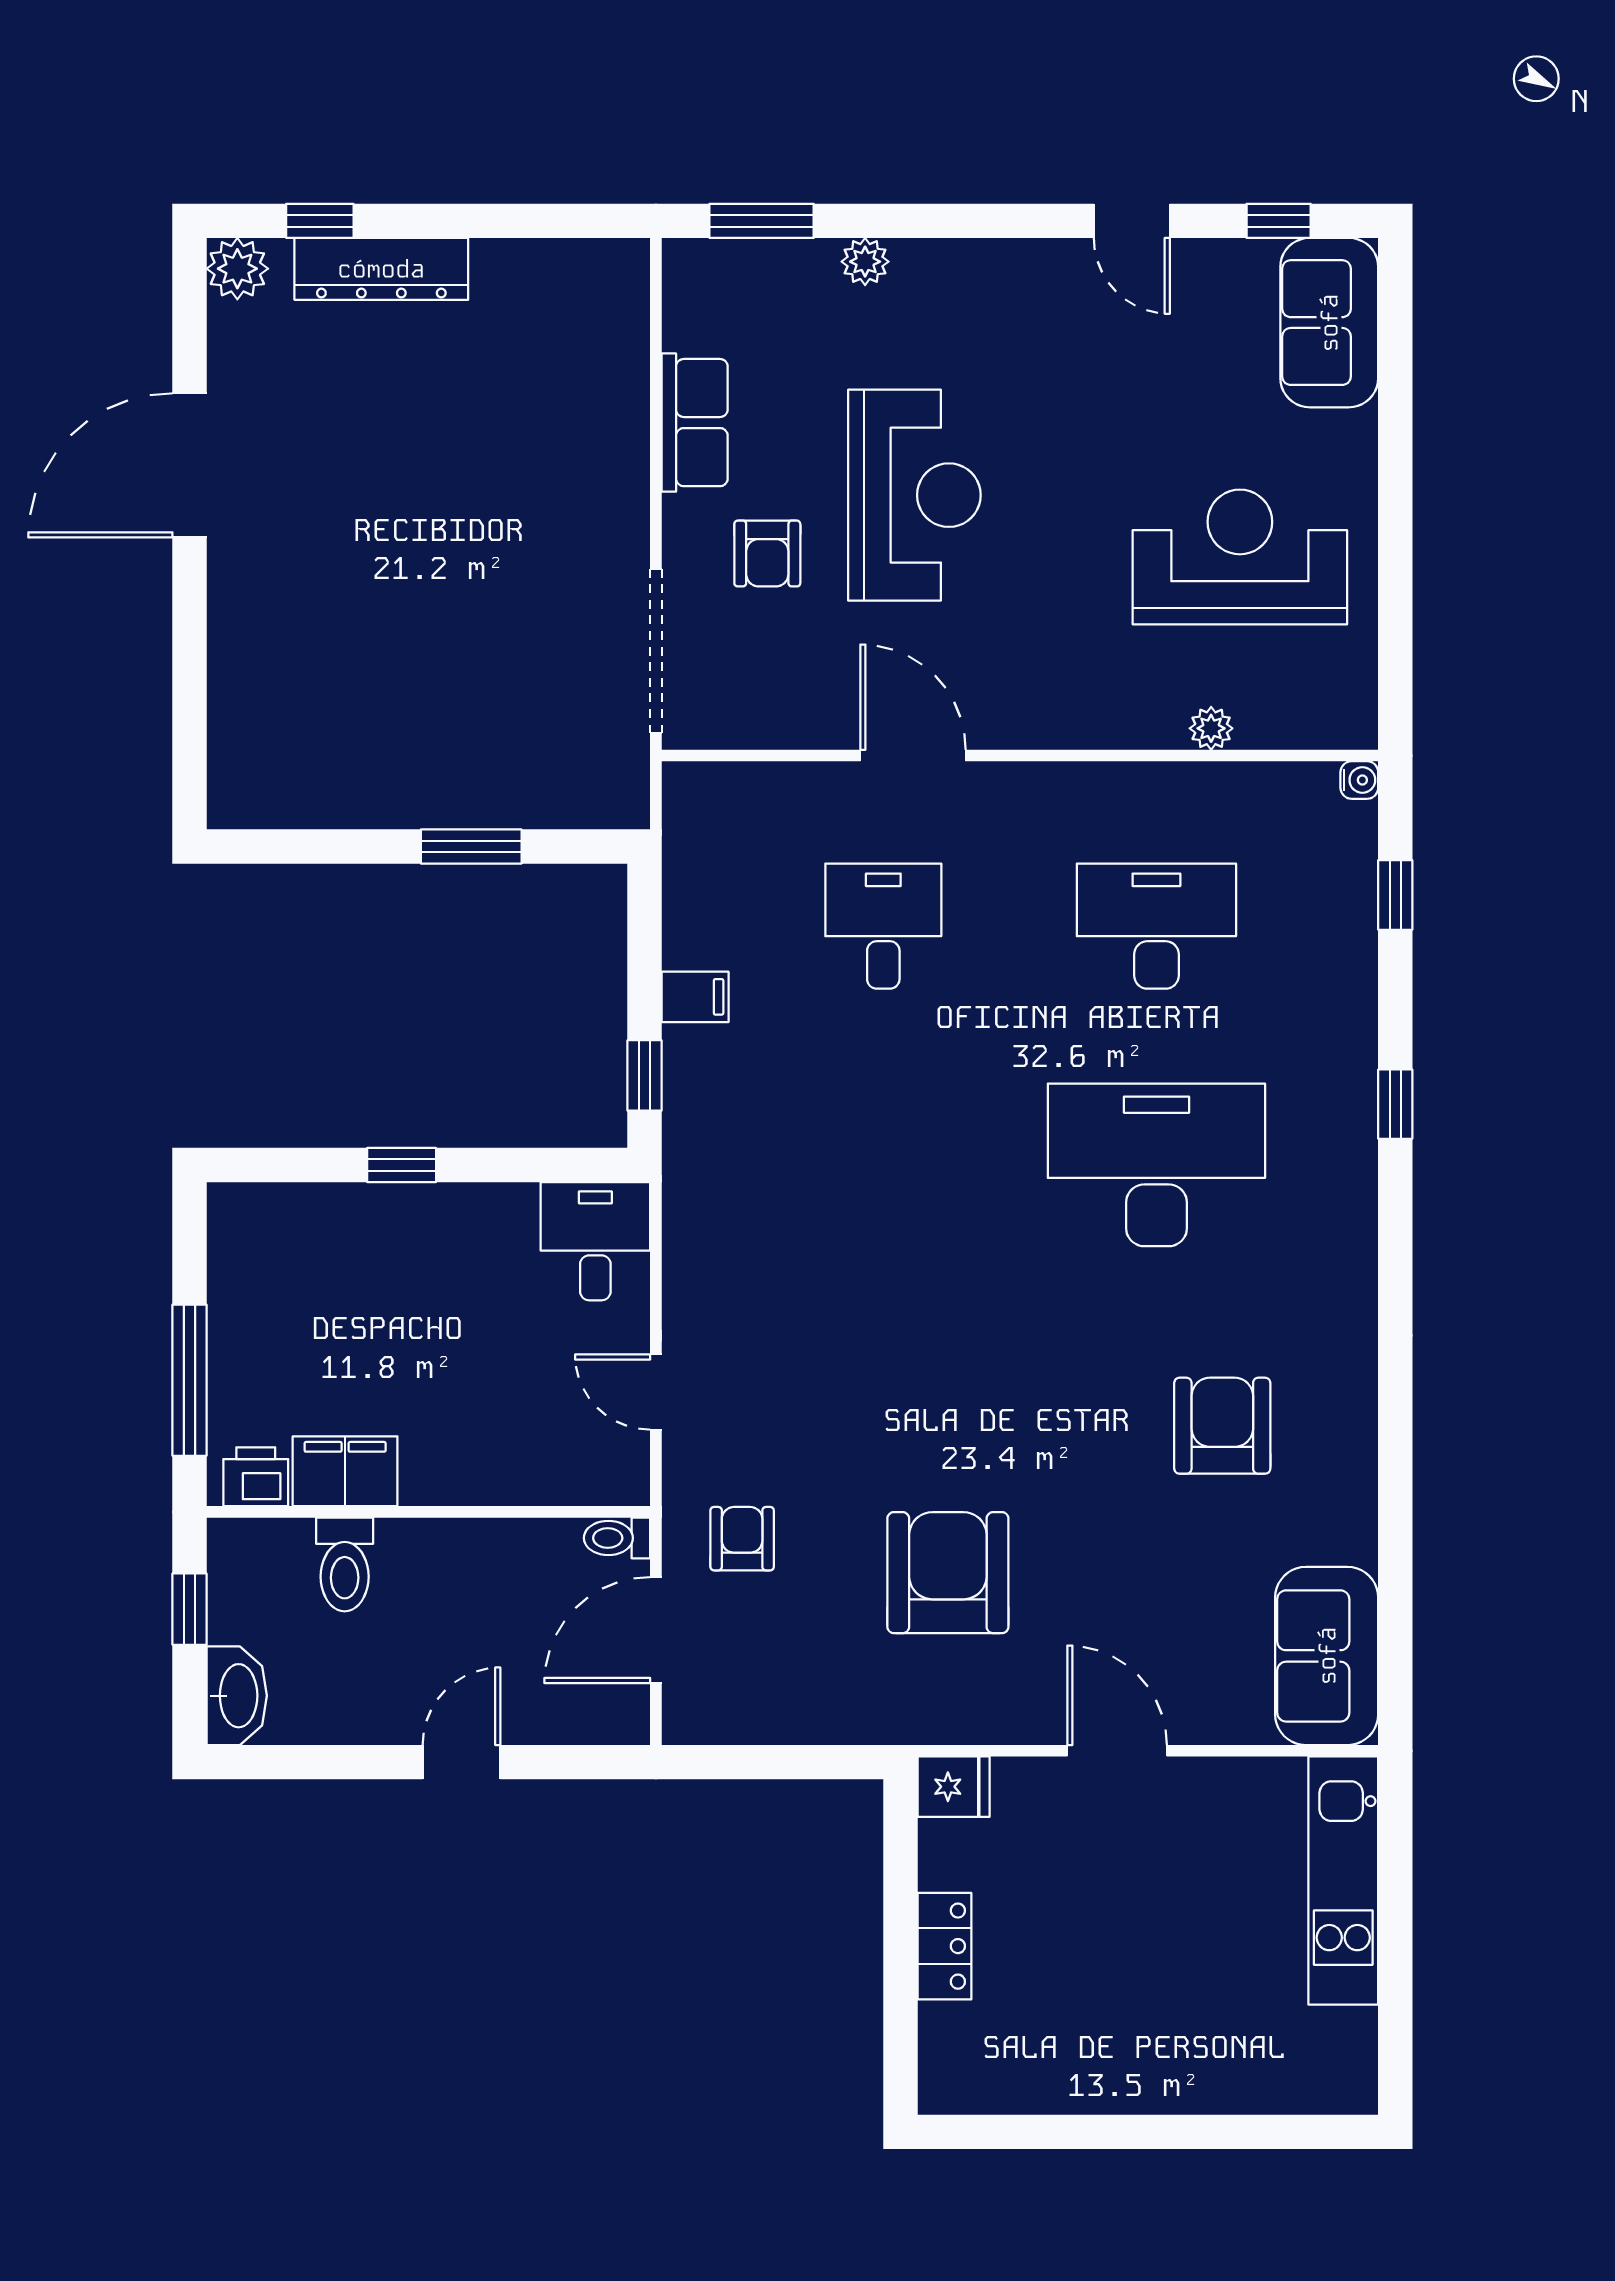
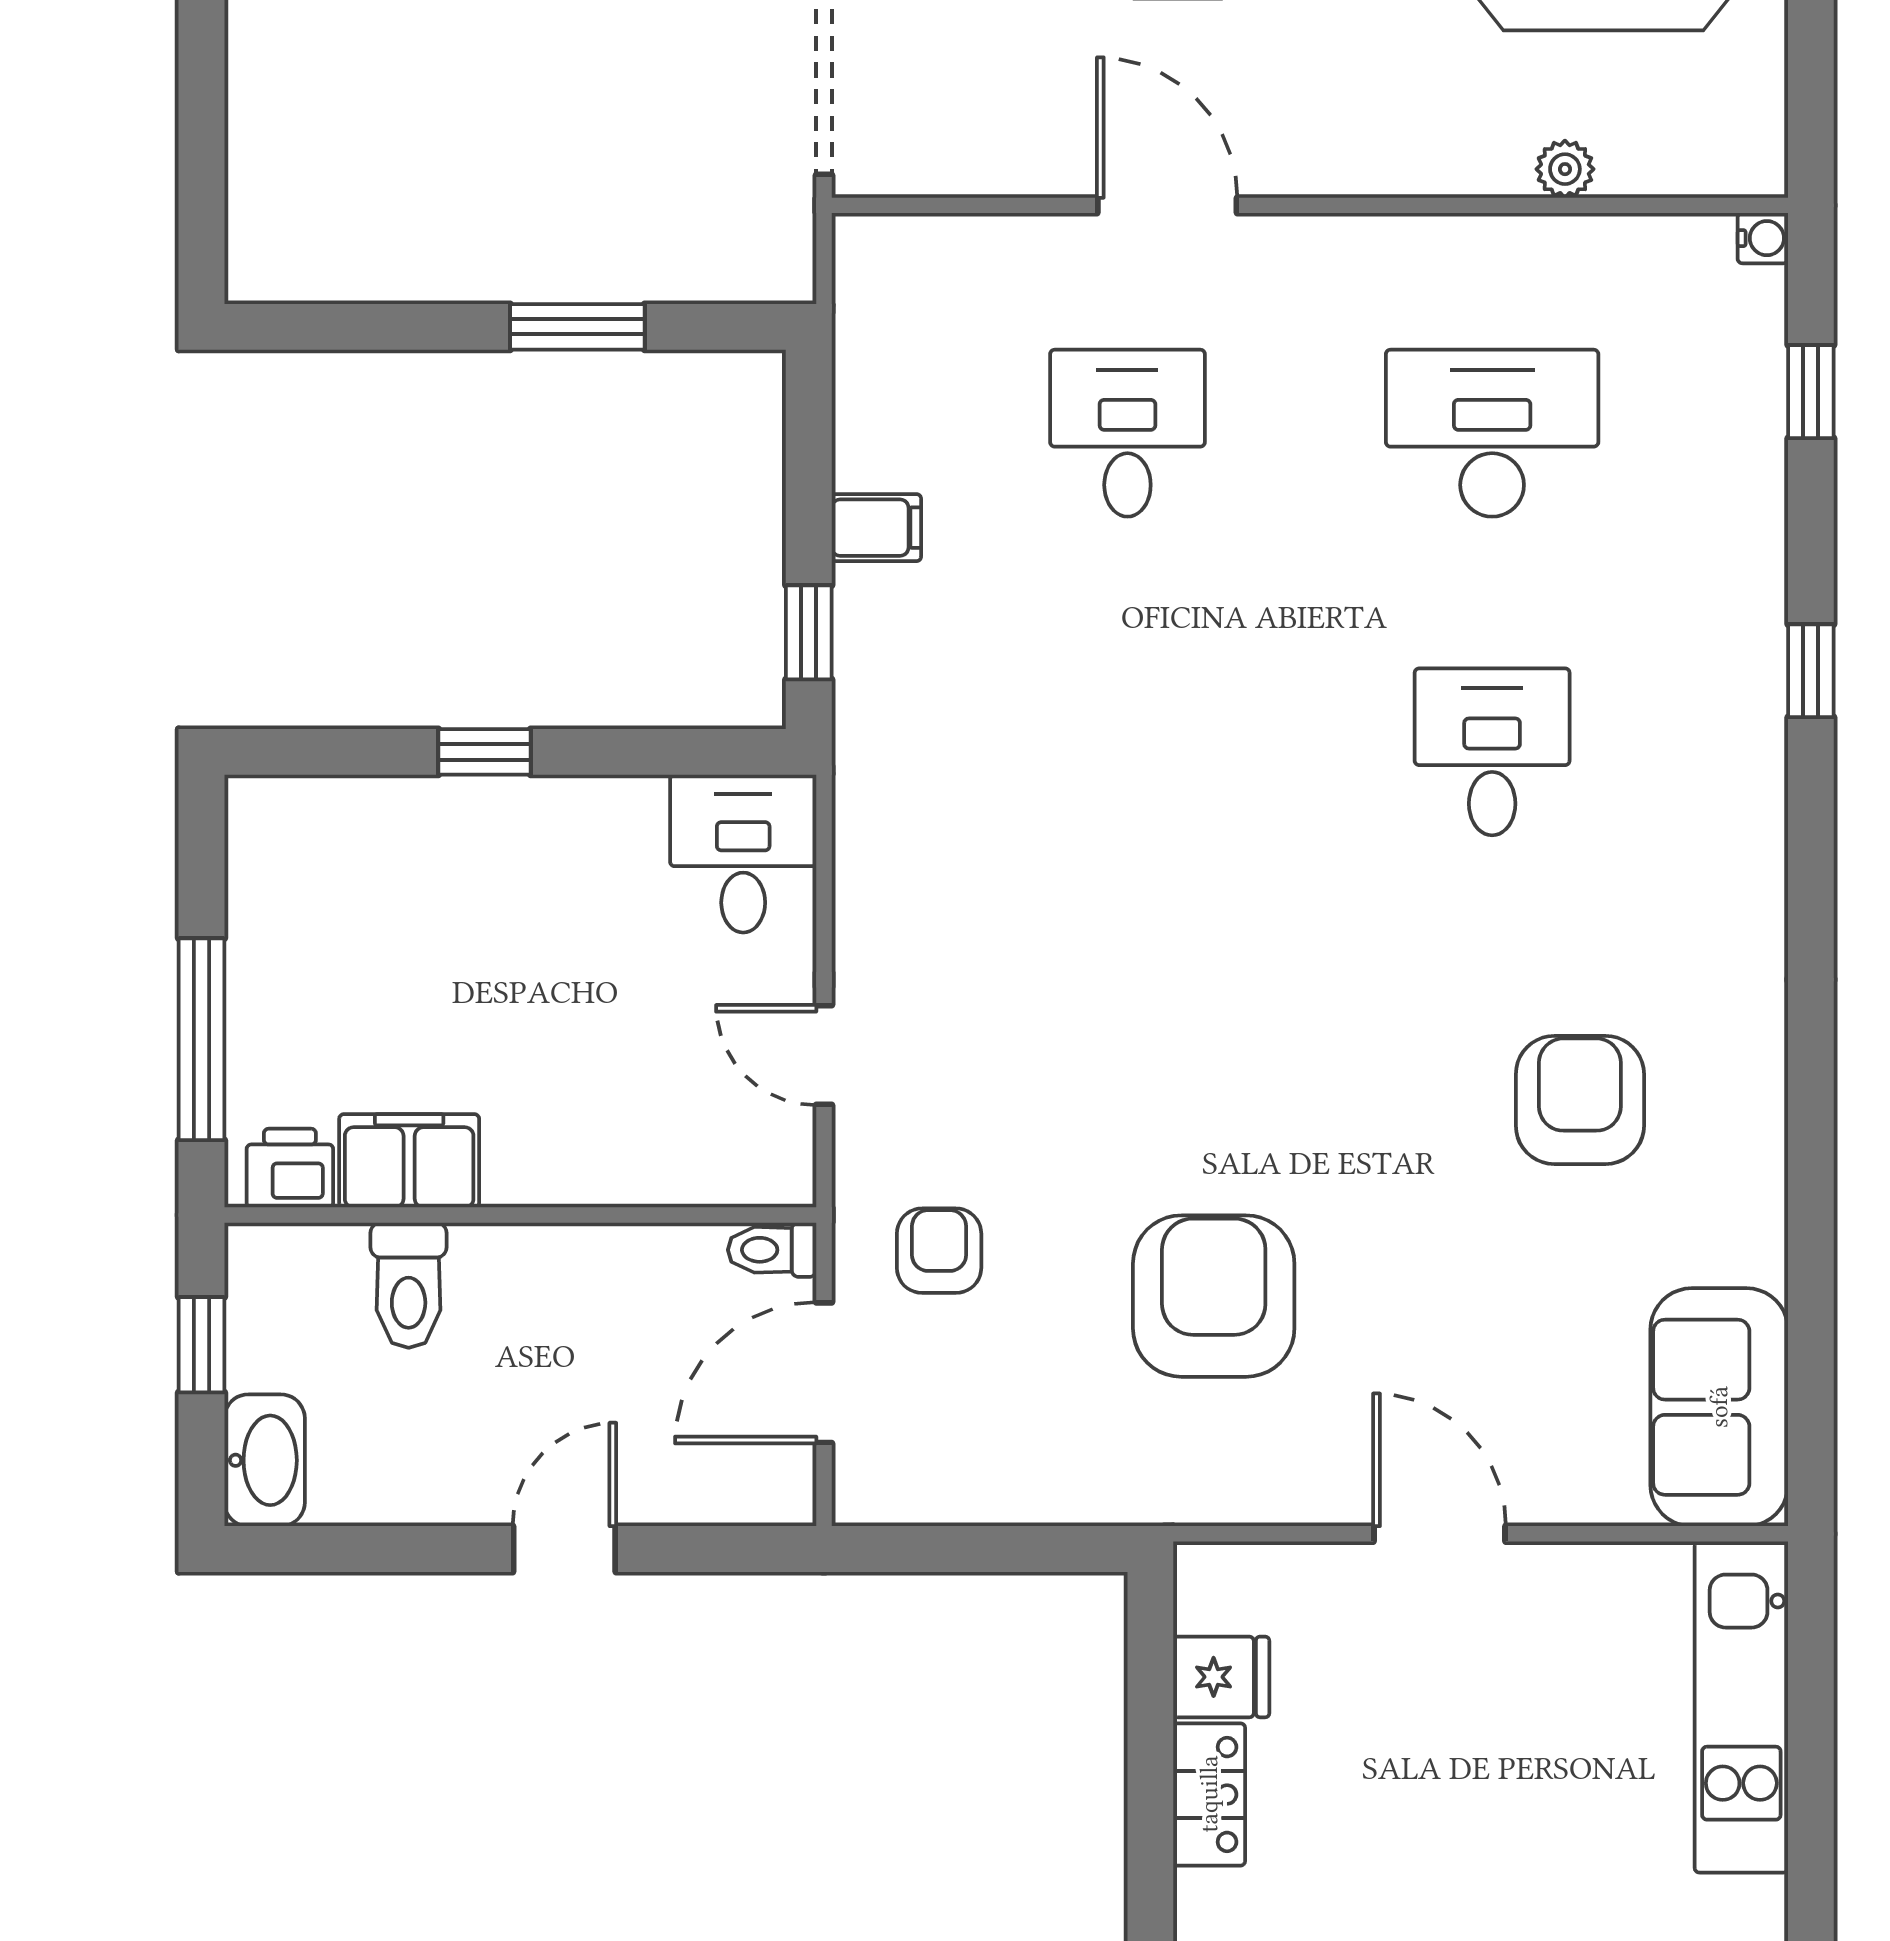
desk: (1156, 1165) -> (1492, 752), width x0.53, depth x0.77
fridge: (954, 1787) -> (1221, 1677), moved

